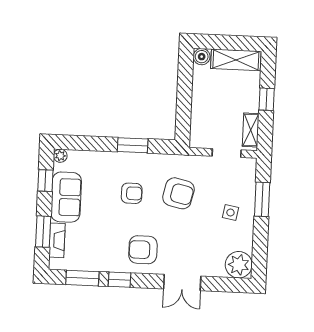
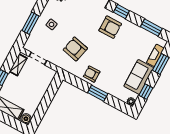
window: (133, 145) -> (98, 93), moved
armchair: (132, 193) -> (92, 74), moved
window: (119, 280) -> (121, 12), moved

